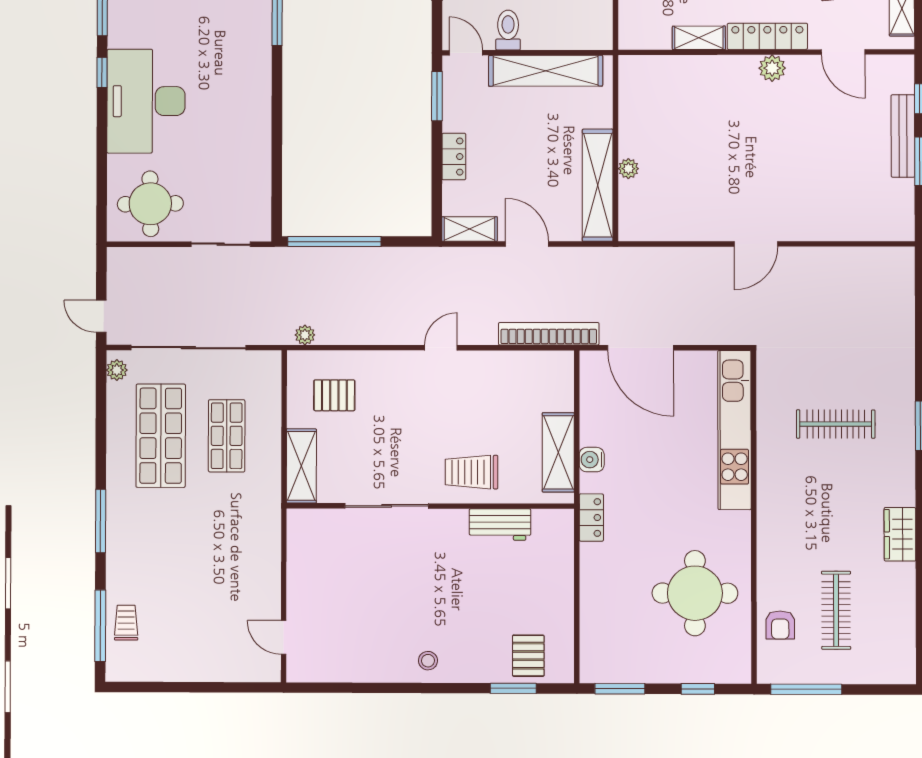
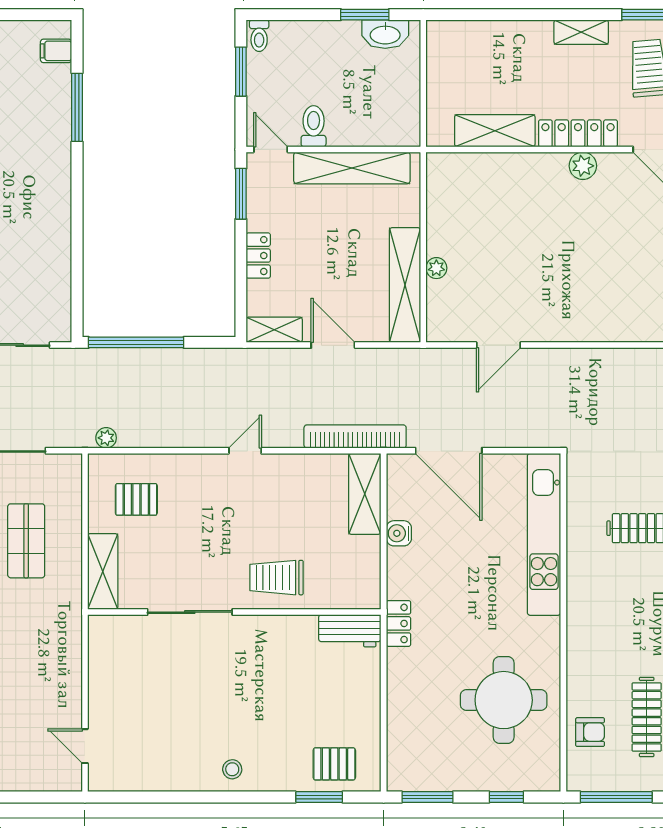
shelving: (699, 38) -> (495, 131), width x1.50, depth x1.33
door: (756, 244) -> (498, 345), moved
shelving: (558, 452) -> (365, 494), moved
water cooler: (592, 460) -> (399, 533), moved
workbench: (500, 525) -> (350, 631), moved
armchair: (780, 625) -> (590, 732), turned -90
pallet: (528, 656) -> (334, 764), turned 90

